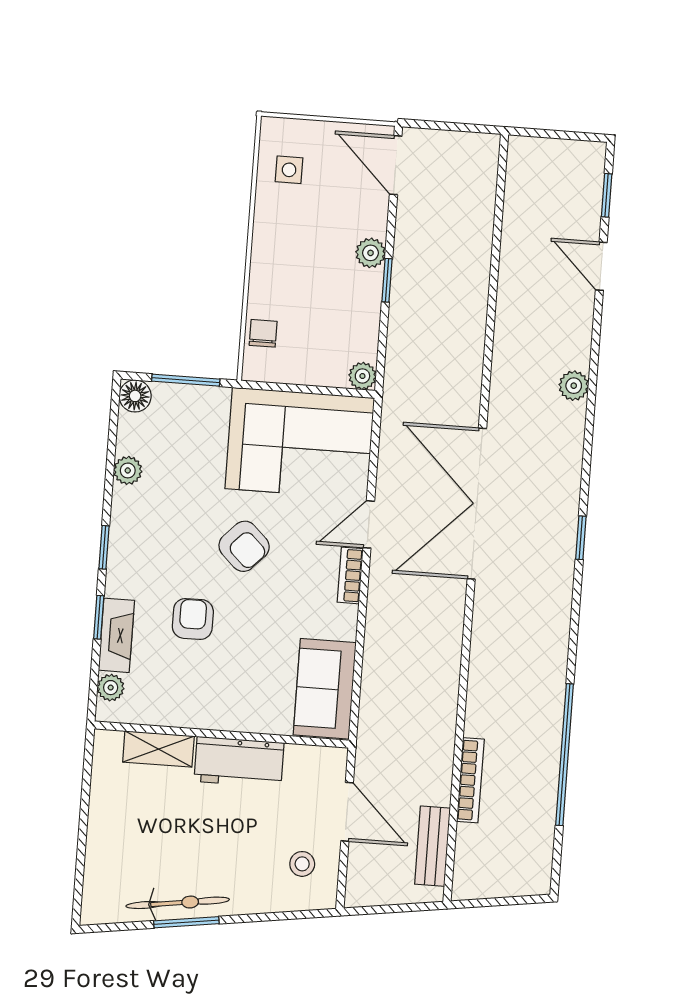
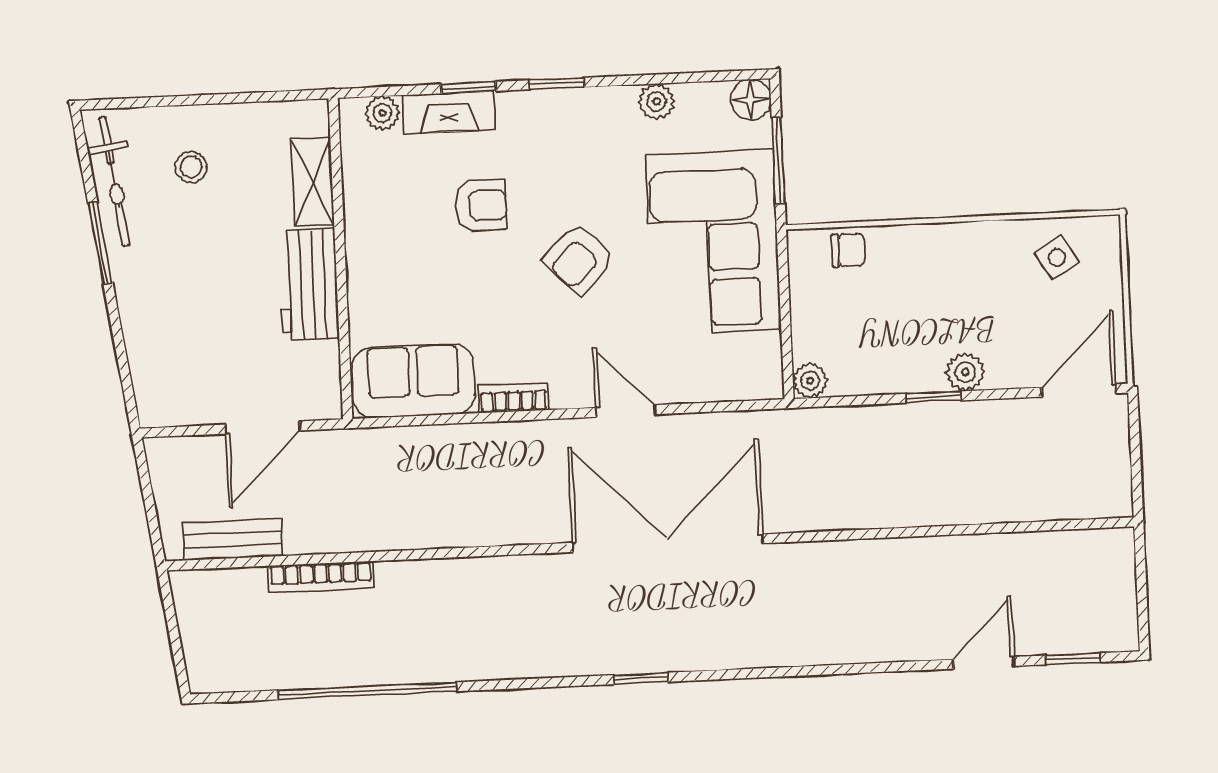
side table: (289, 170) -> (1057, 258), turned -31
plant: (574, 386) -> (830, 646), removed
corner sofa: (300, 443) -> (713, 242), moved
bookcase: (350, 575) -> (514, 398), moved
stool: (302, 864) -> (191, 167), moved
bicycle: (178, 903) -> (114, 181), moved

